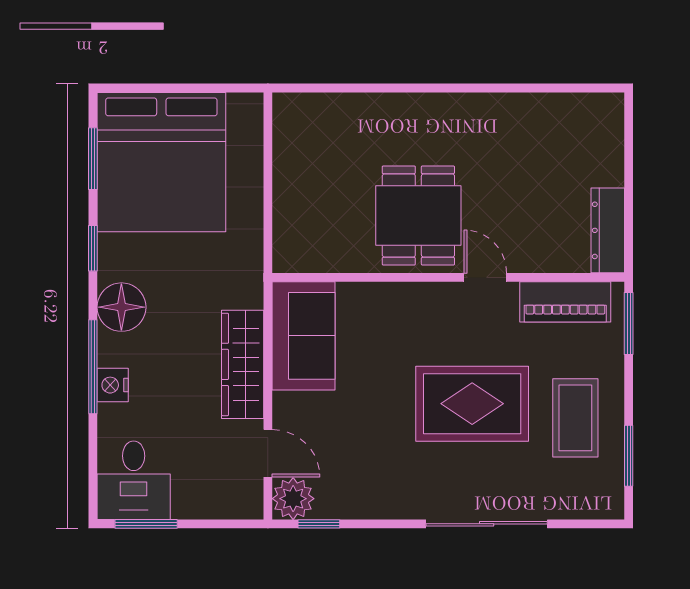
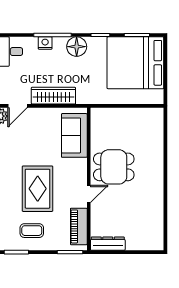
sofa: (304, 336) -> (74, 135), moved, turned 90
coffee table: (575, 418) -> (32, 231), width x0.73, depth x0.77

